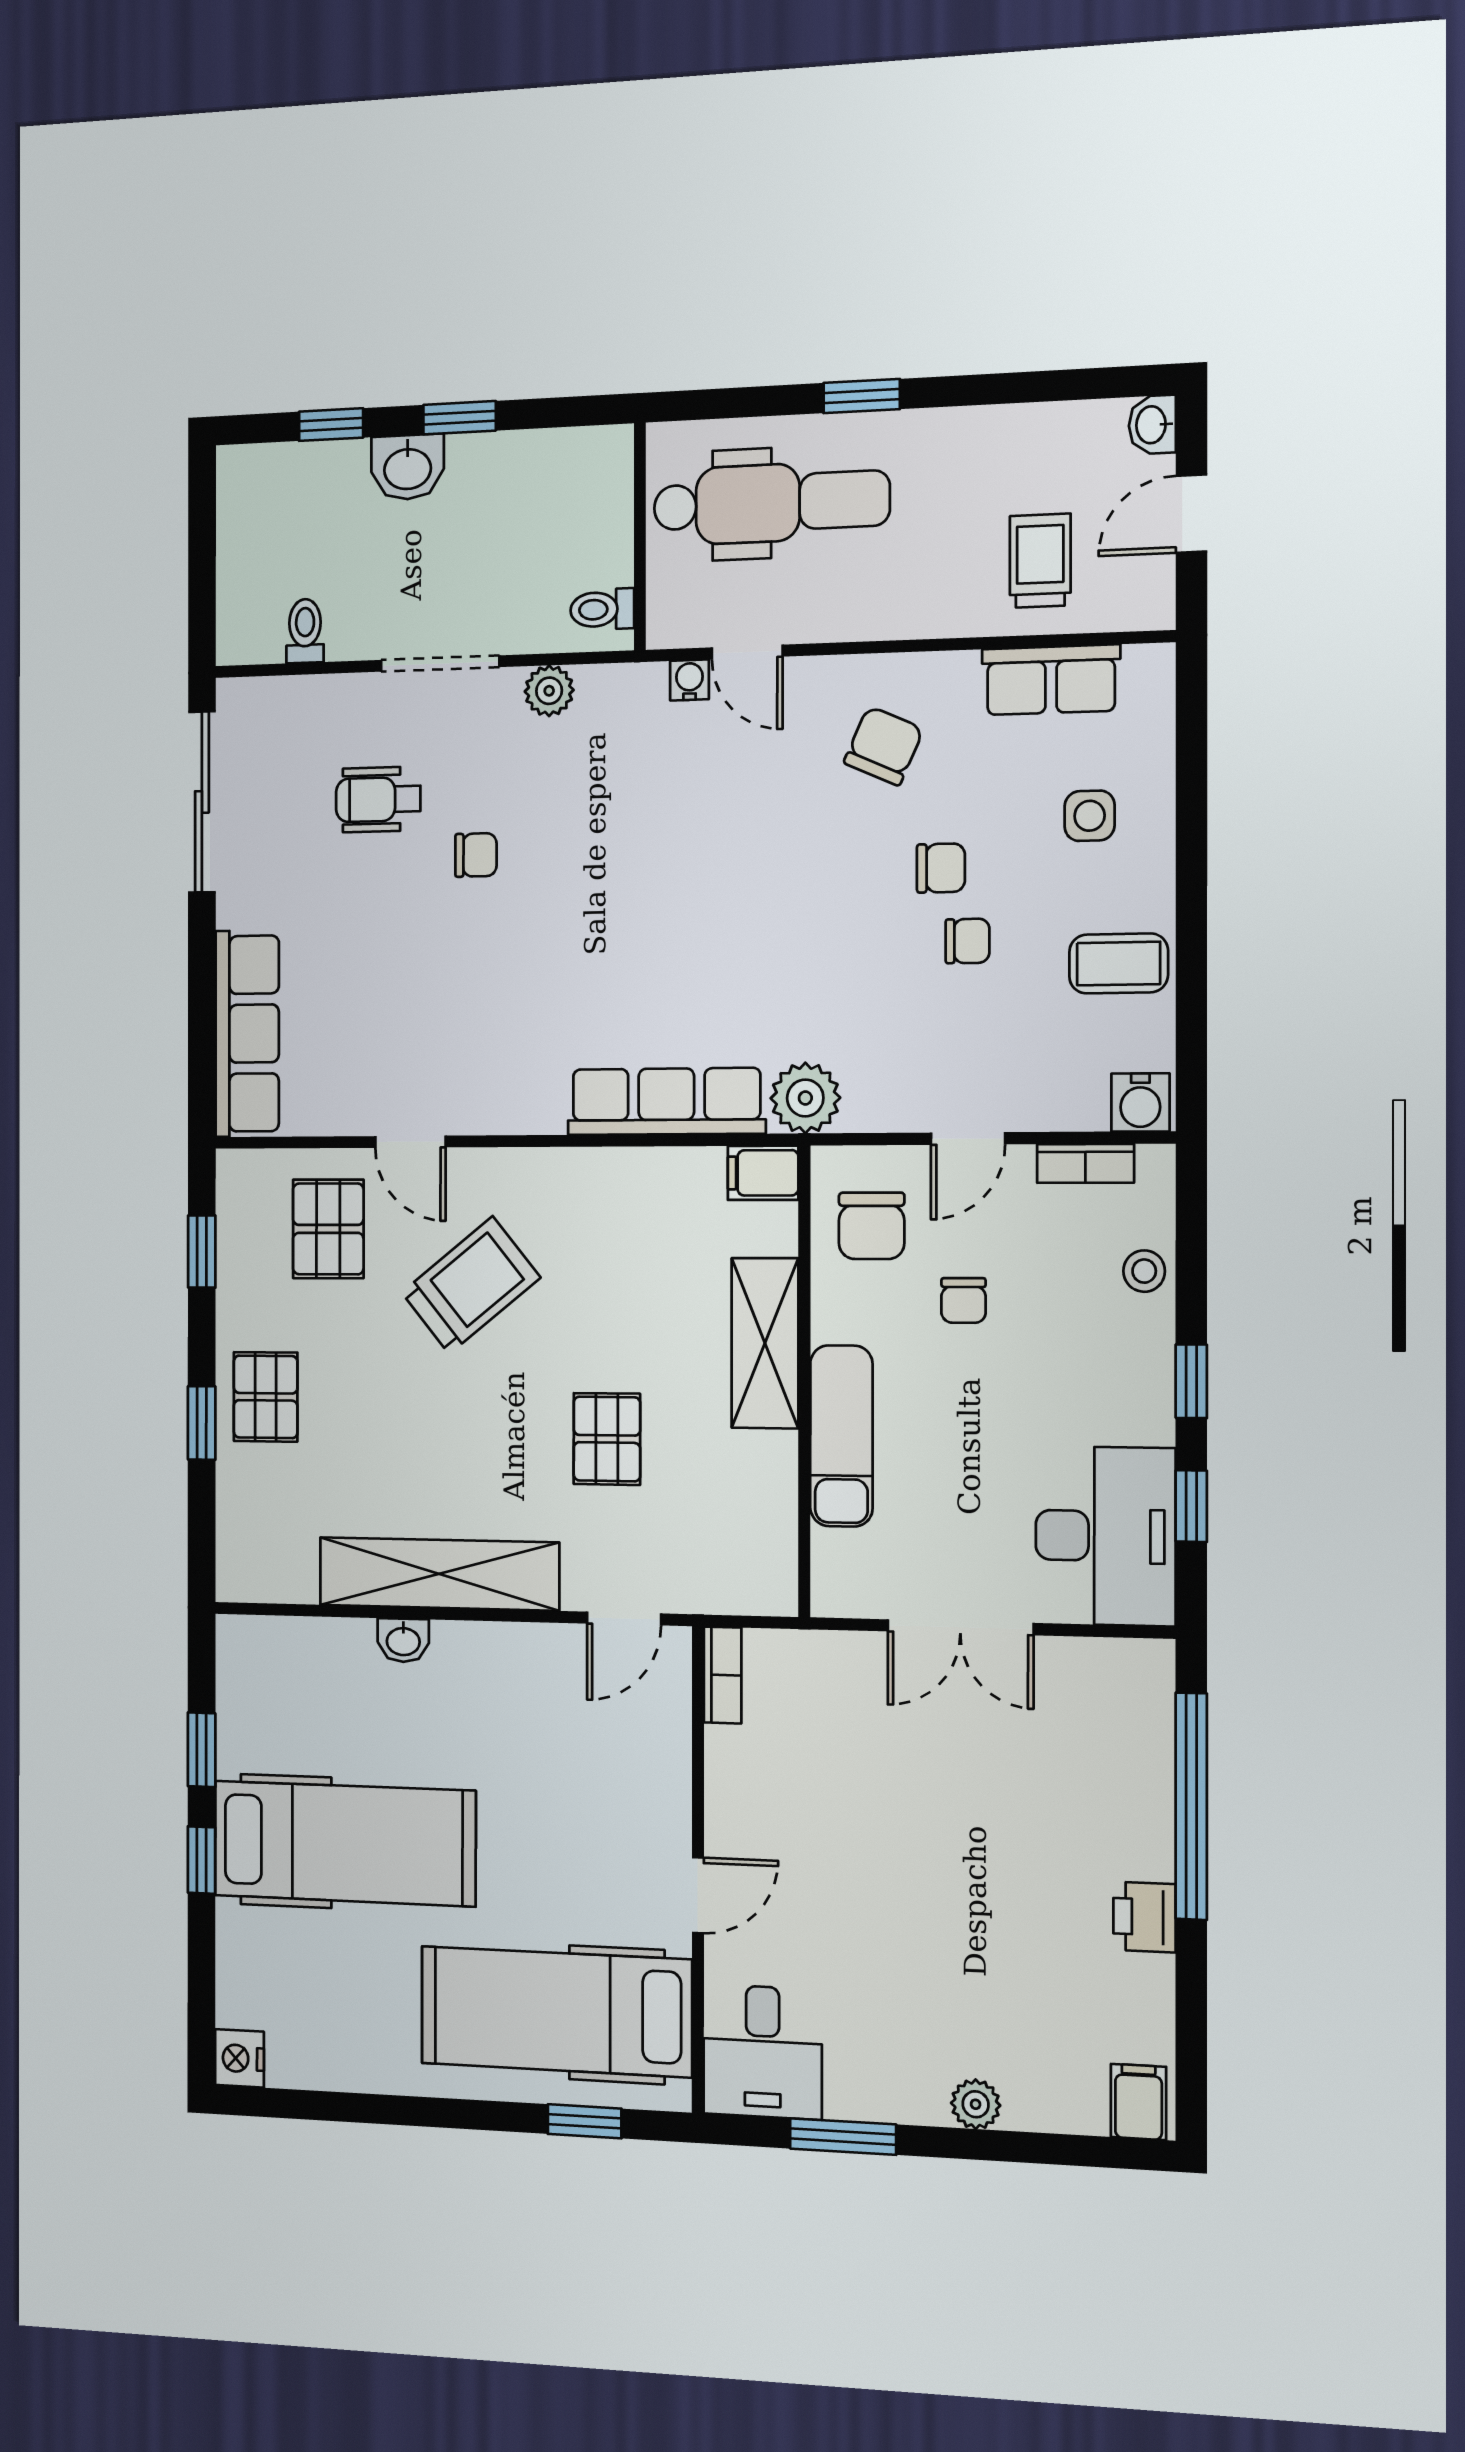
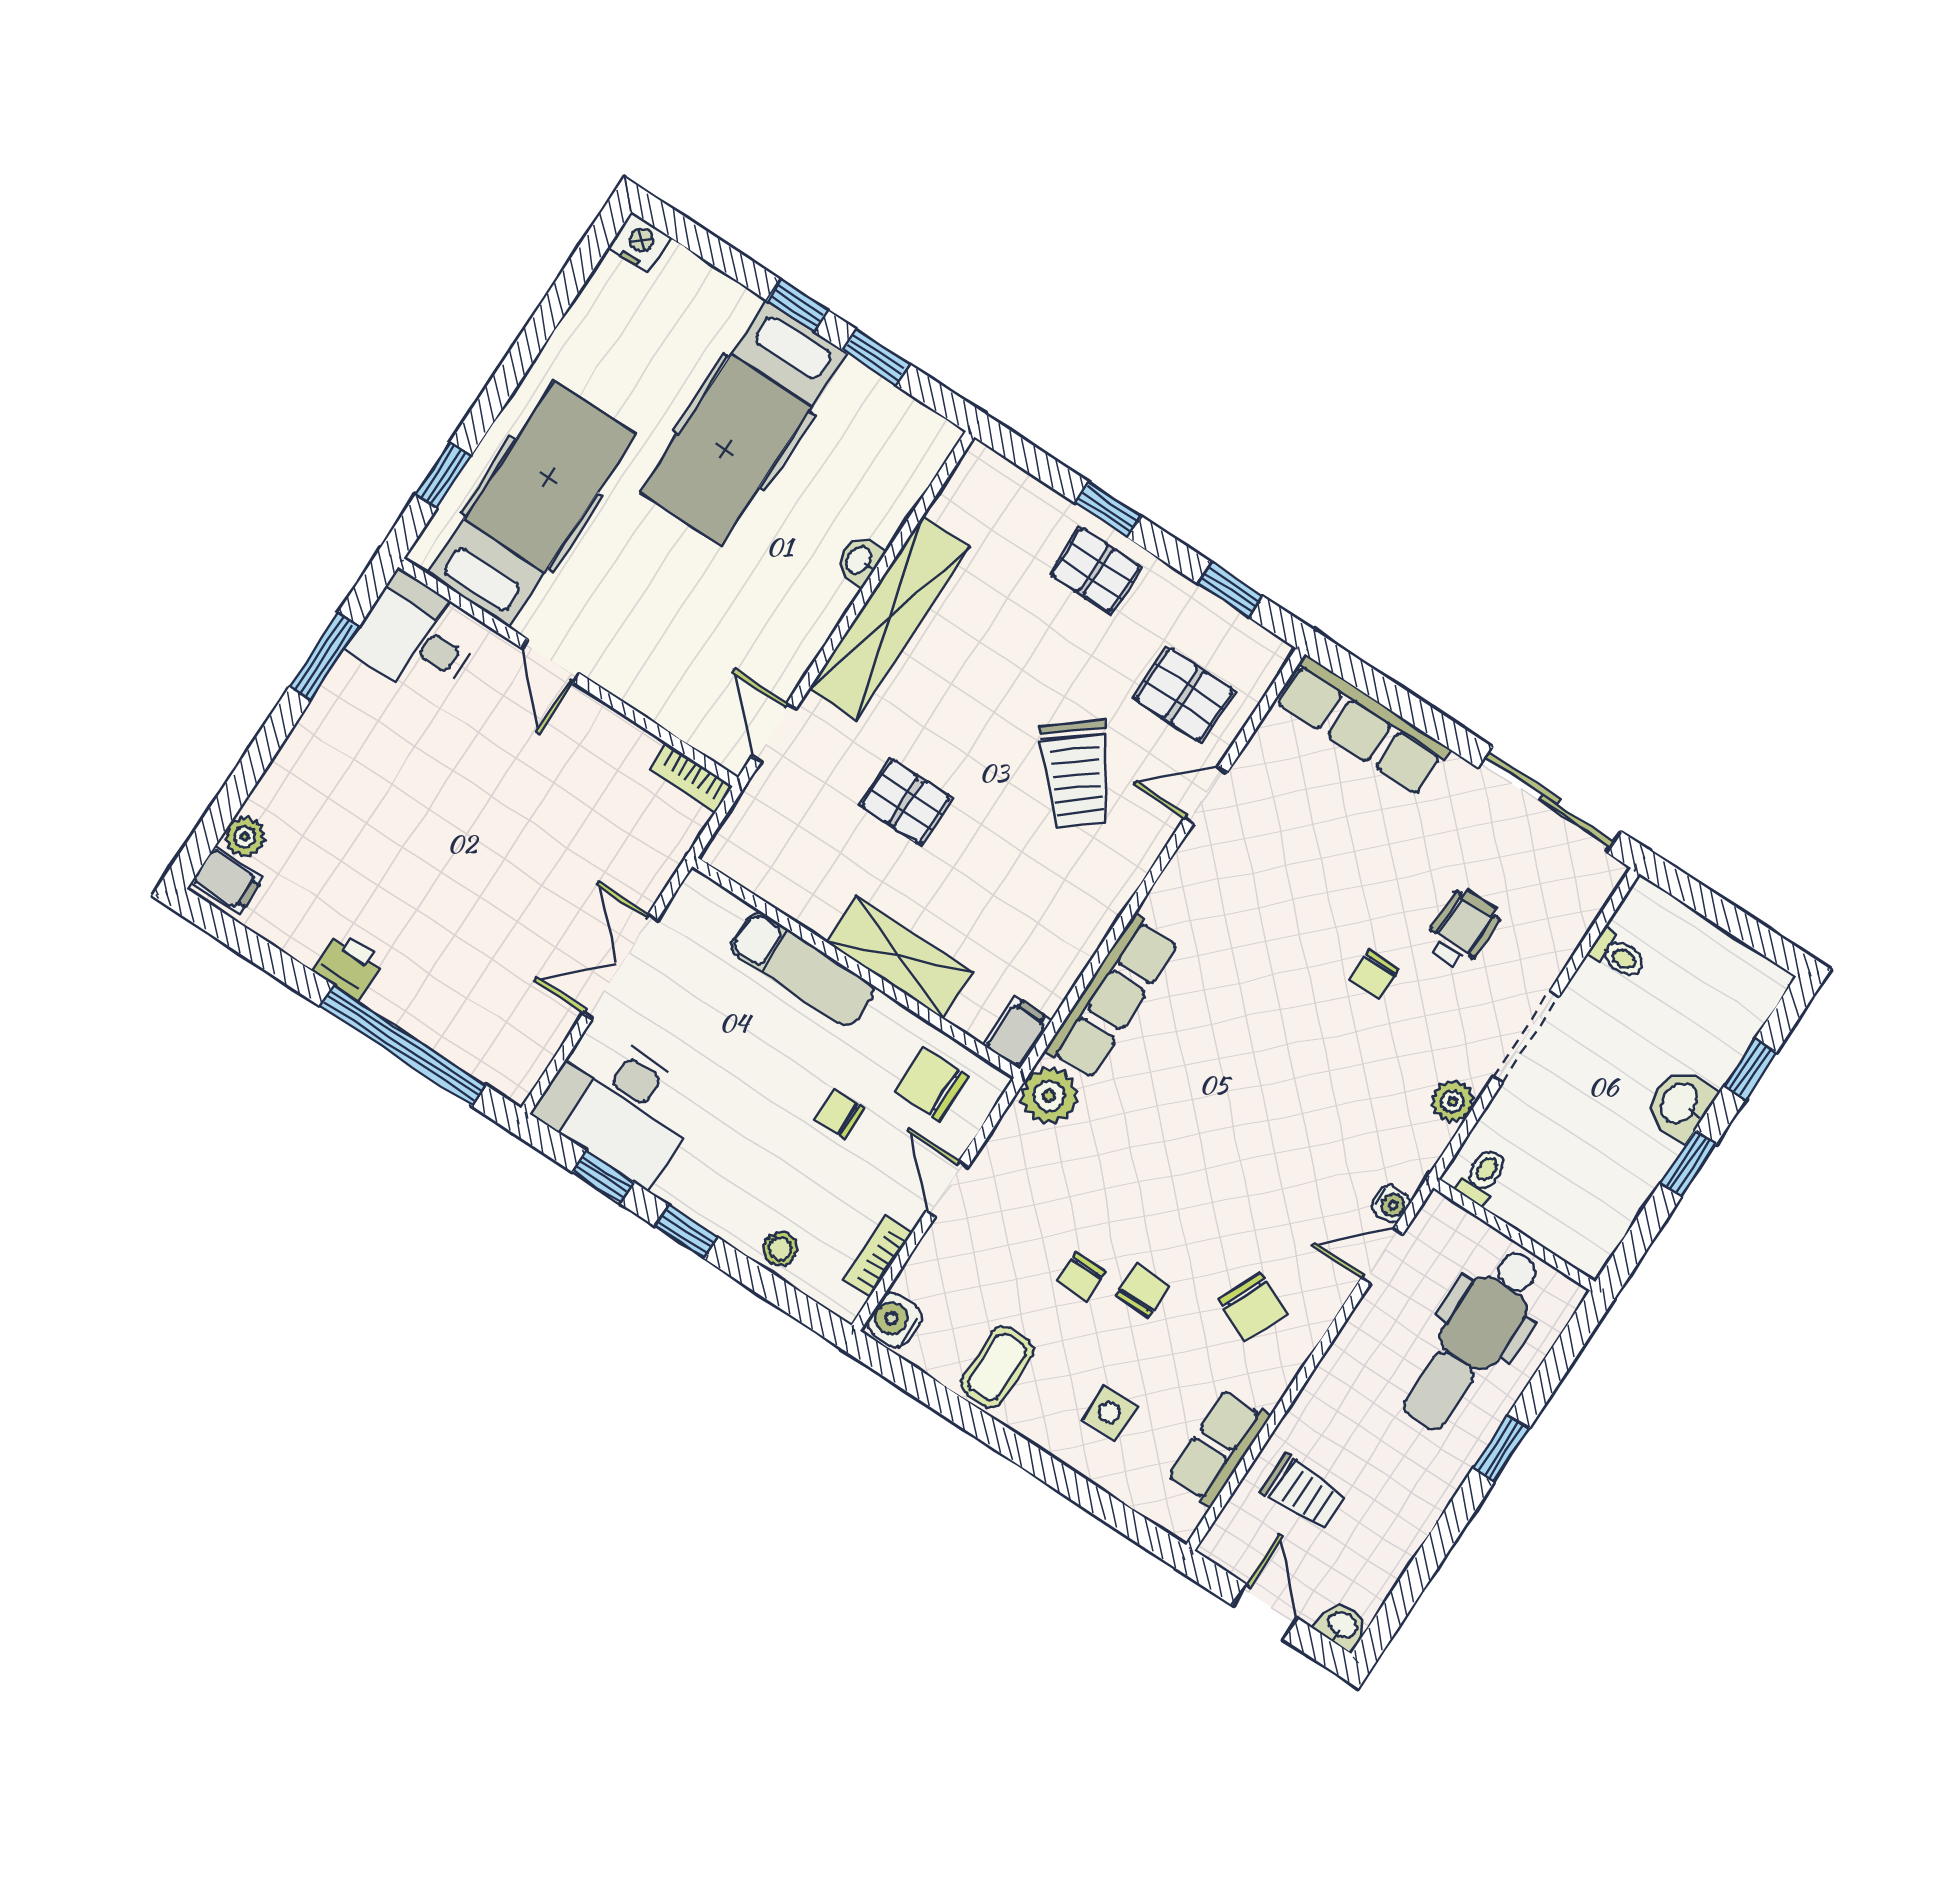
chair: (941, 868) -> (1143, 1291), turned 180
plant: (976, 2104) -> (245, 837), moved

